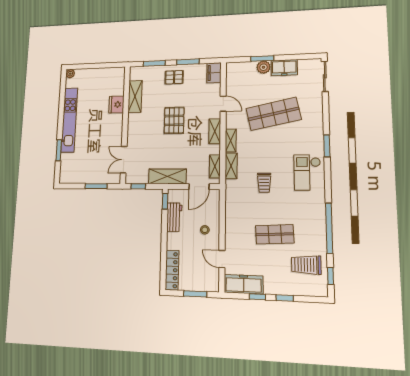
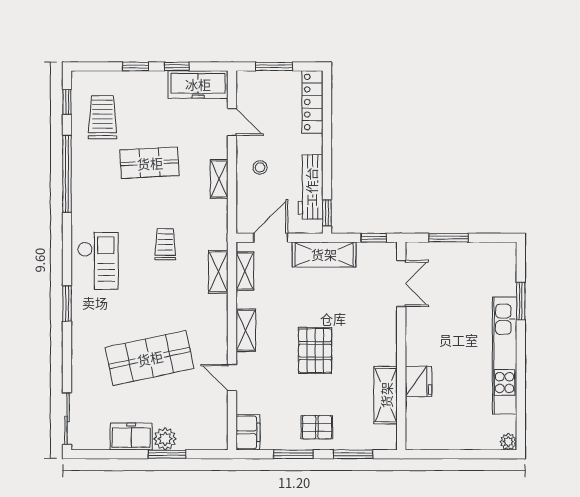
shelving: (231, 140) -> (219, 179), moved
workbench: (174, 217) -> (311, 187), width x1.38
trolley: (306, 265) -> (102, 117), turned -90

